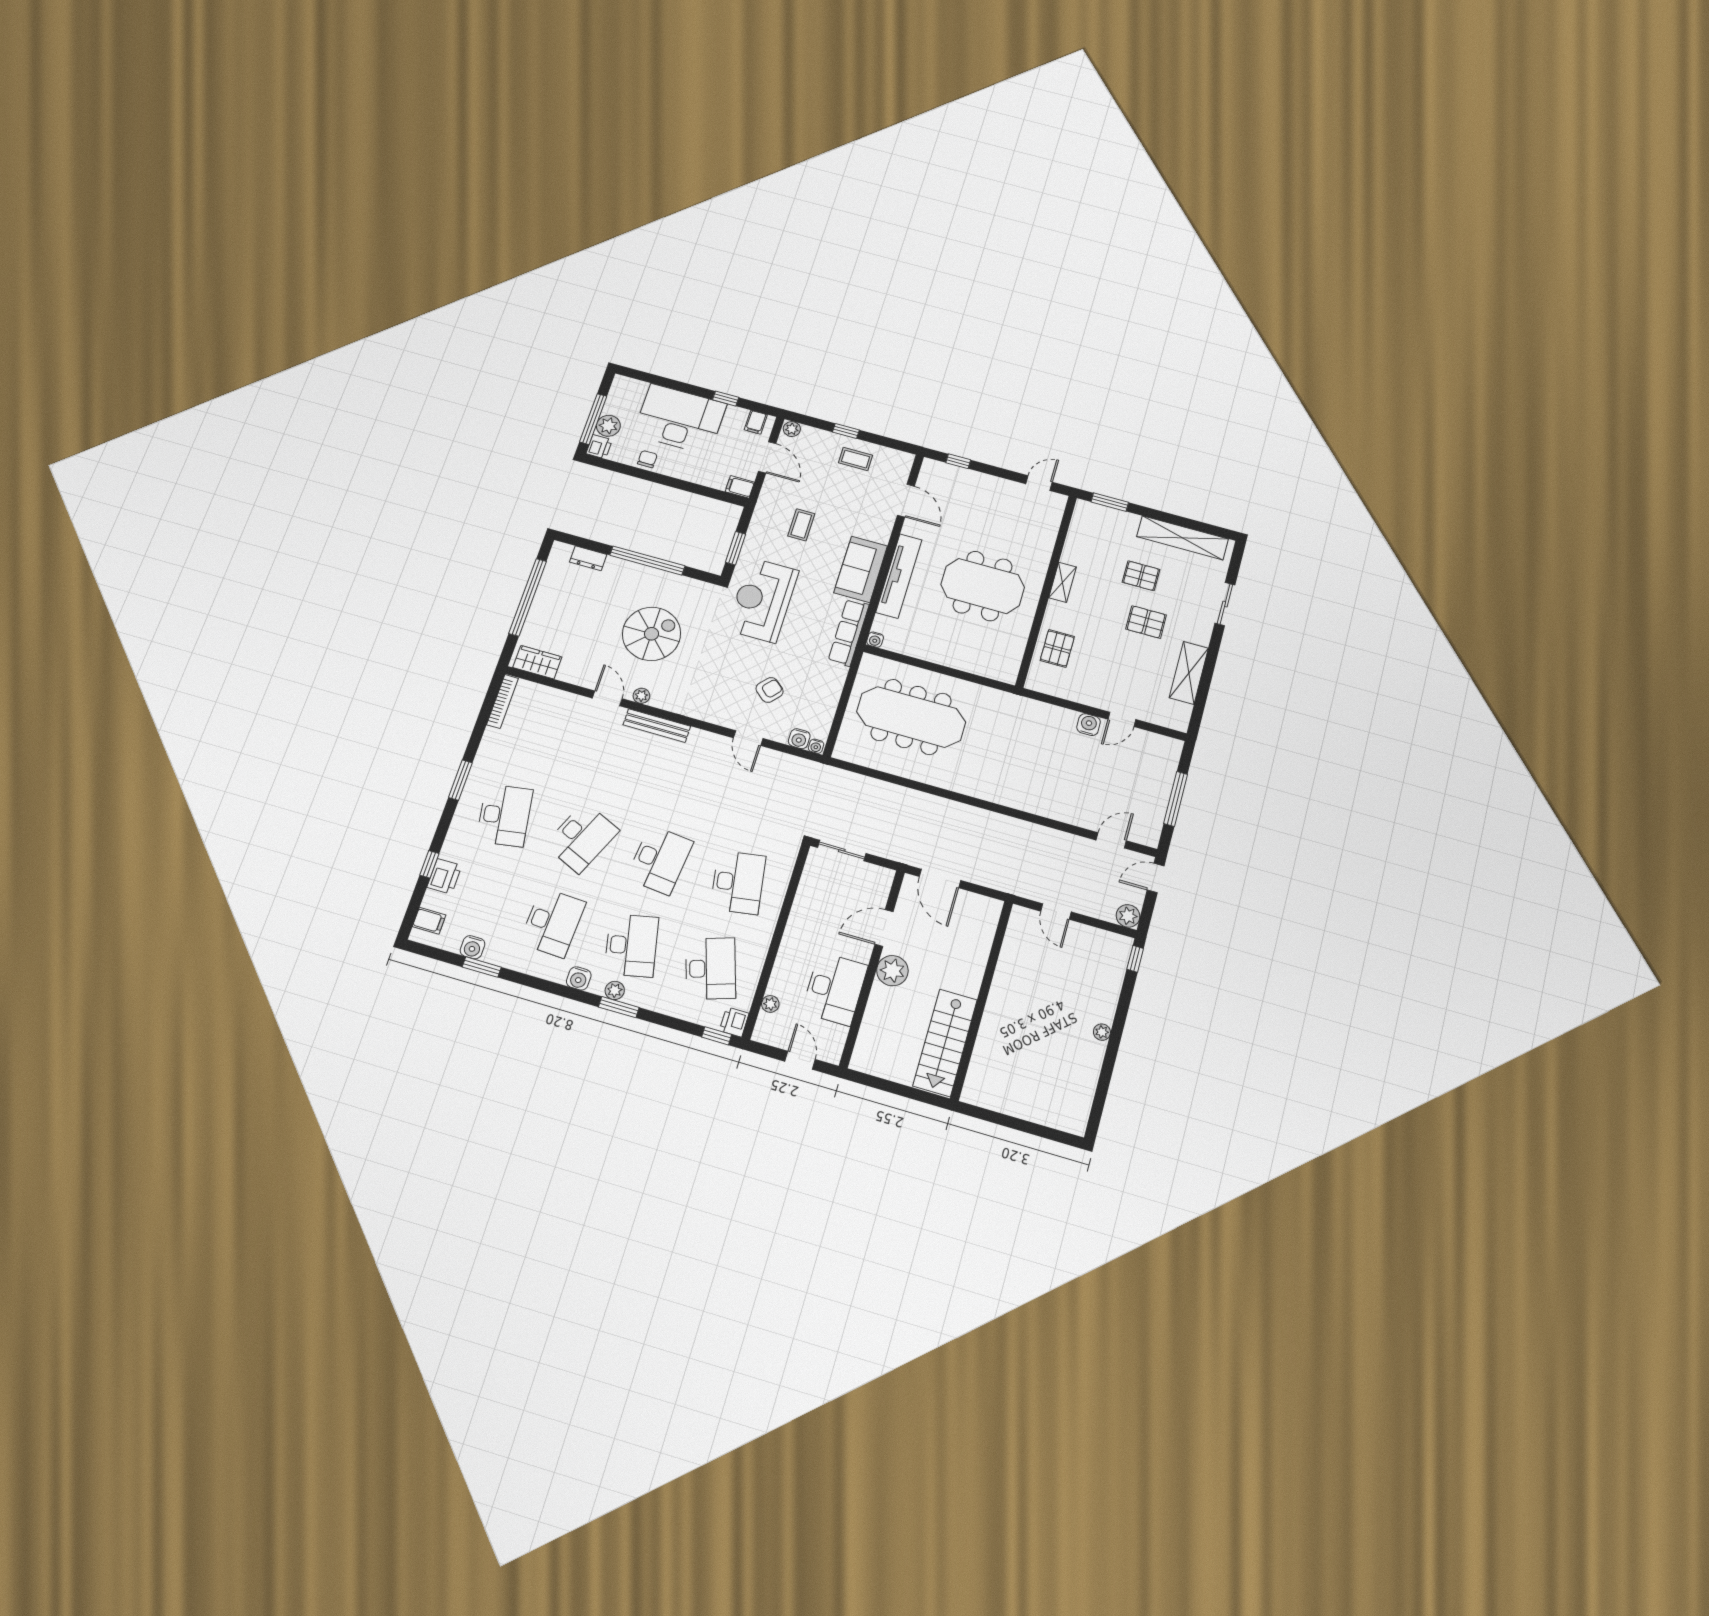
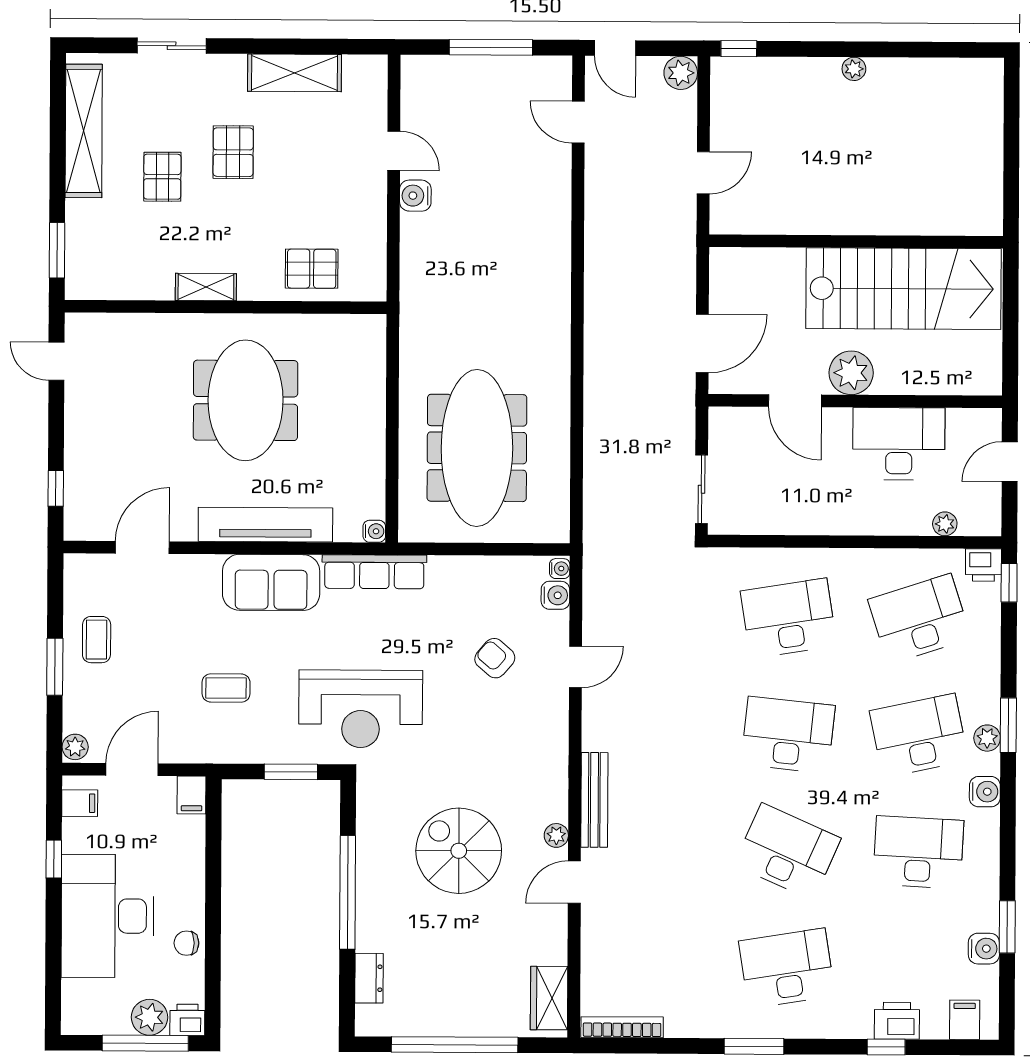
window: (846, 431) -> (55, 667), width x1.50
stairs: (945, 1043) -> (903, 289), width x1.36, depth x1.51

